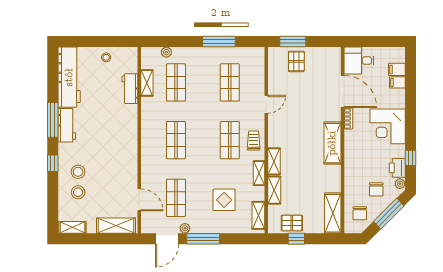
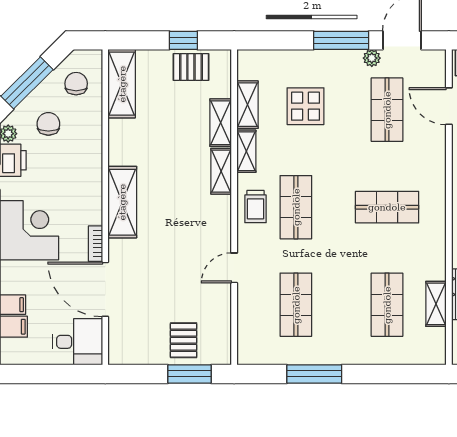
plant: (166, 52) -> (403, 356), removed
shop shelf: (176, 140) -> (387, 207), turned 90
shelving: (258, 215) -> (247, 105), moved

